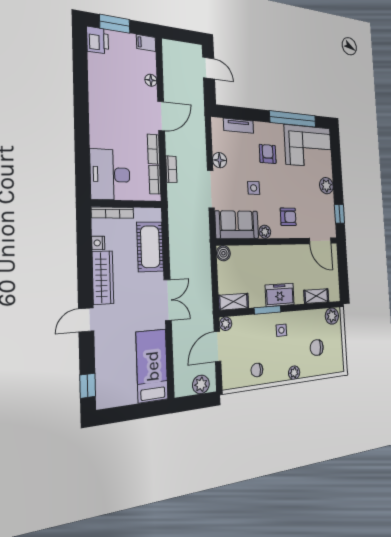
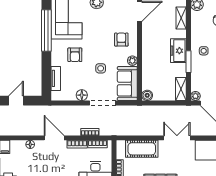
armchair: (268, 154) -> (75, 55), turned -90

